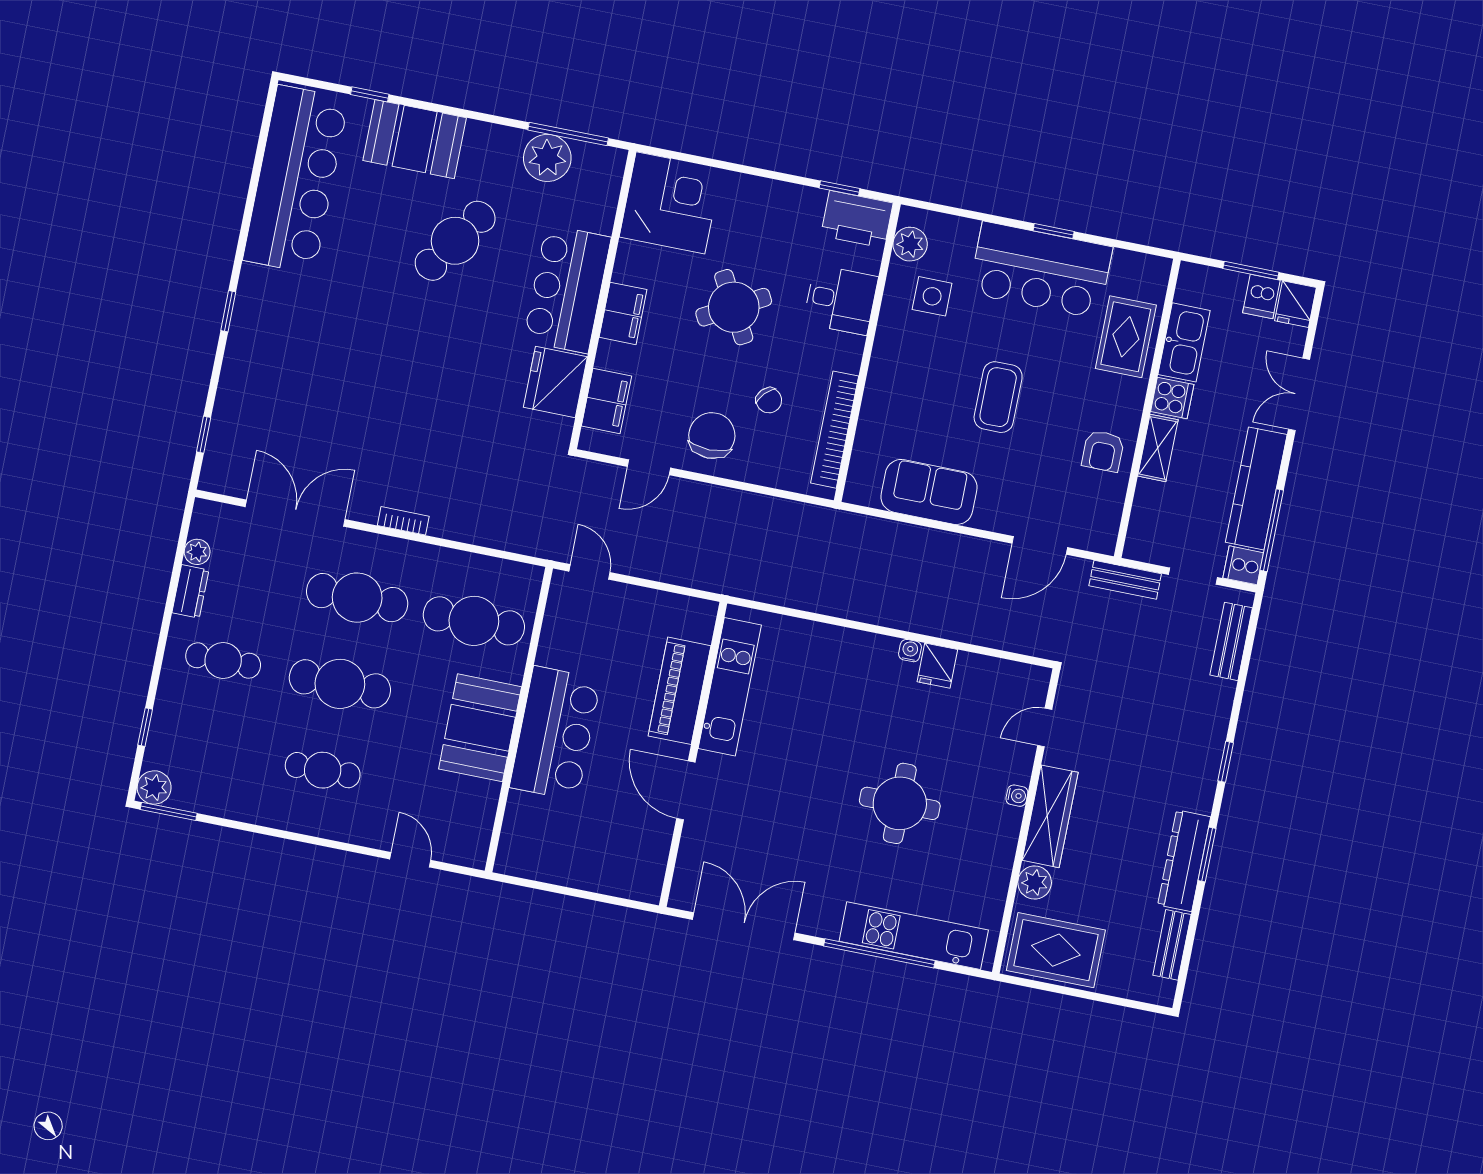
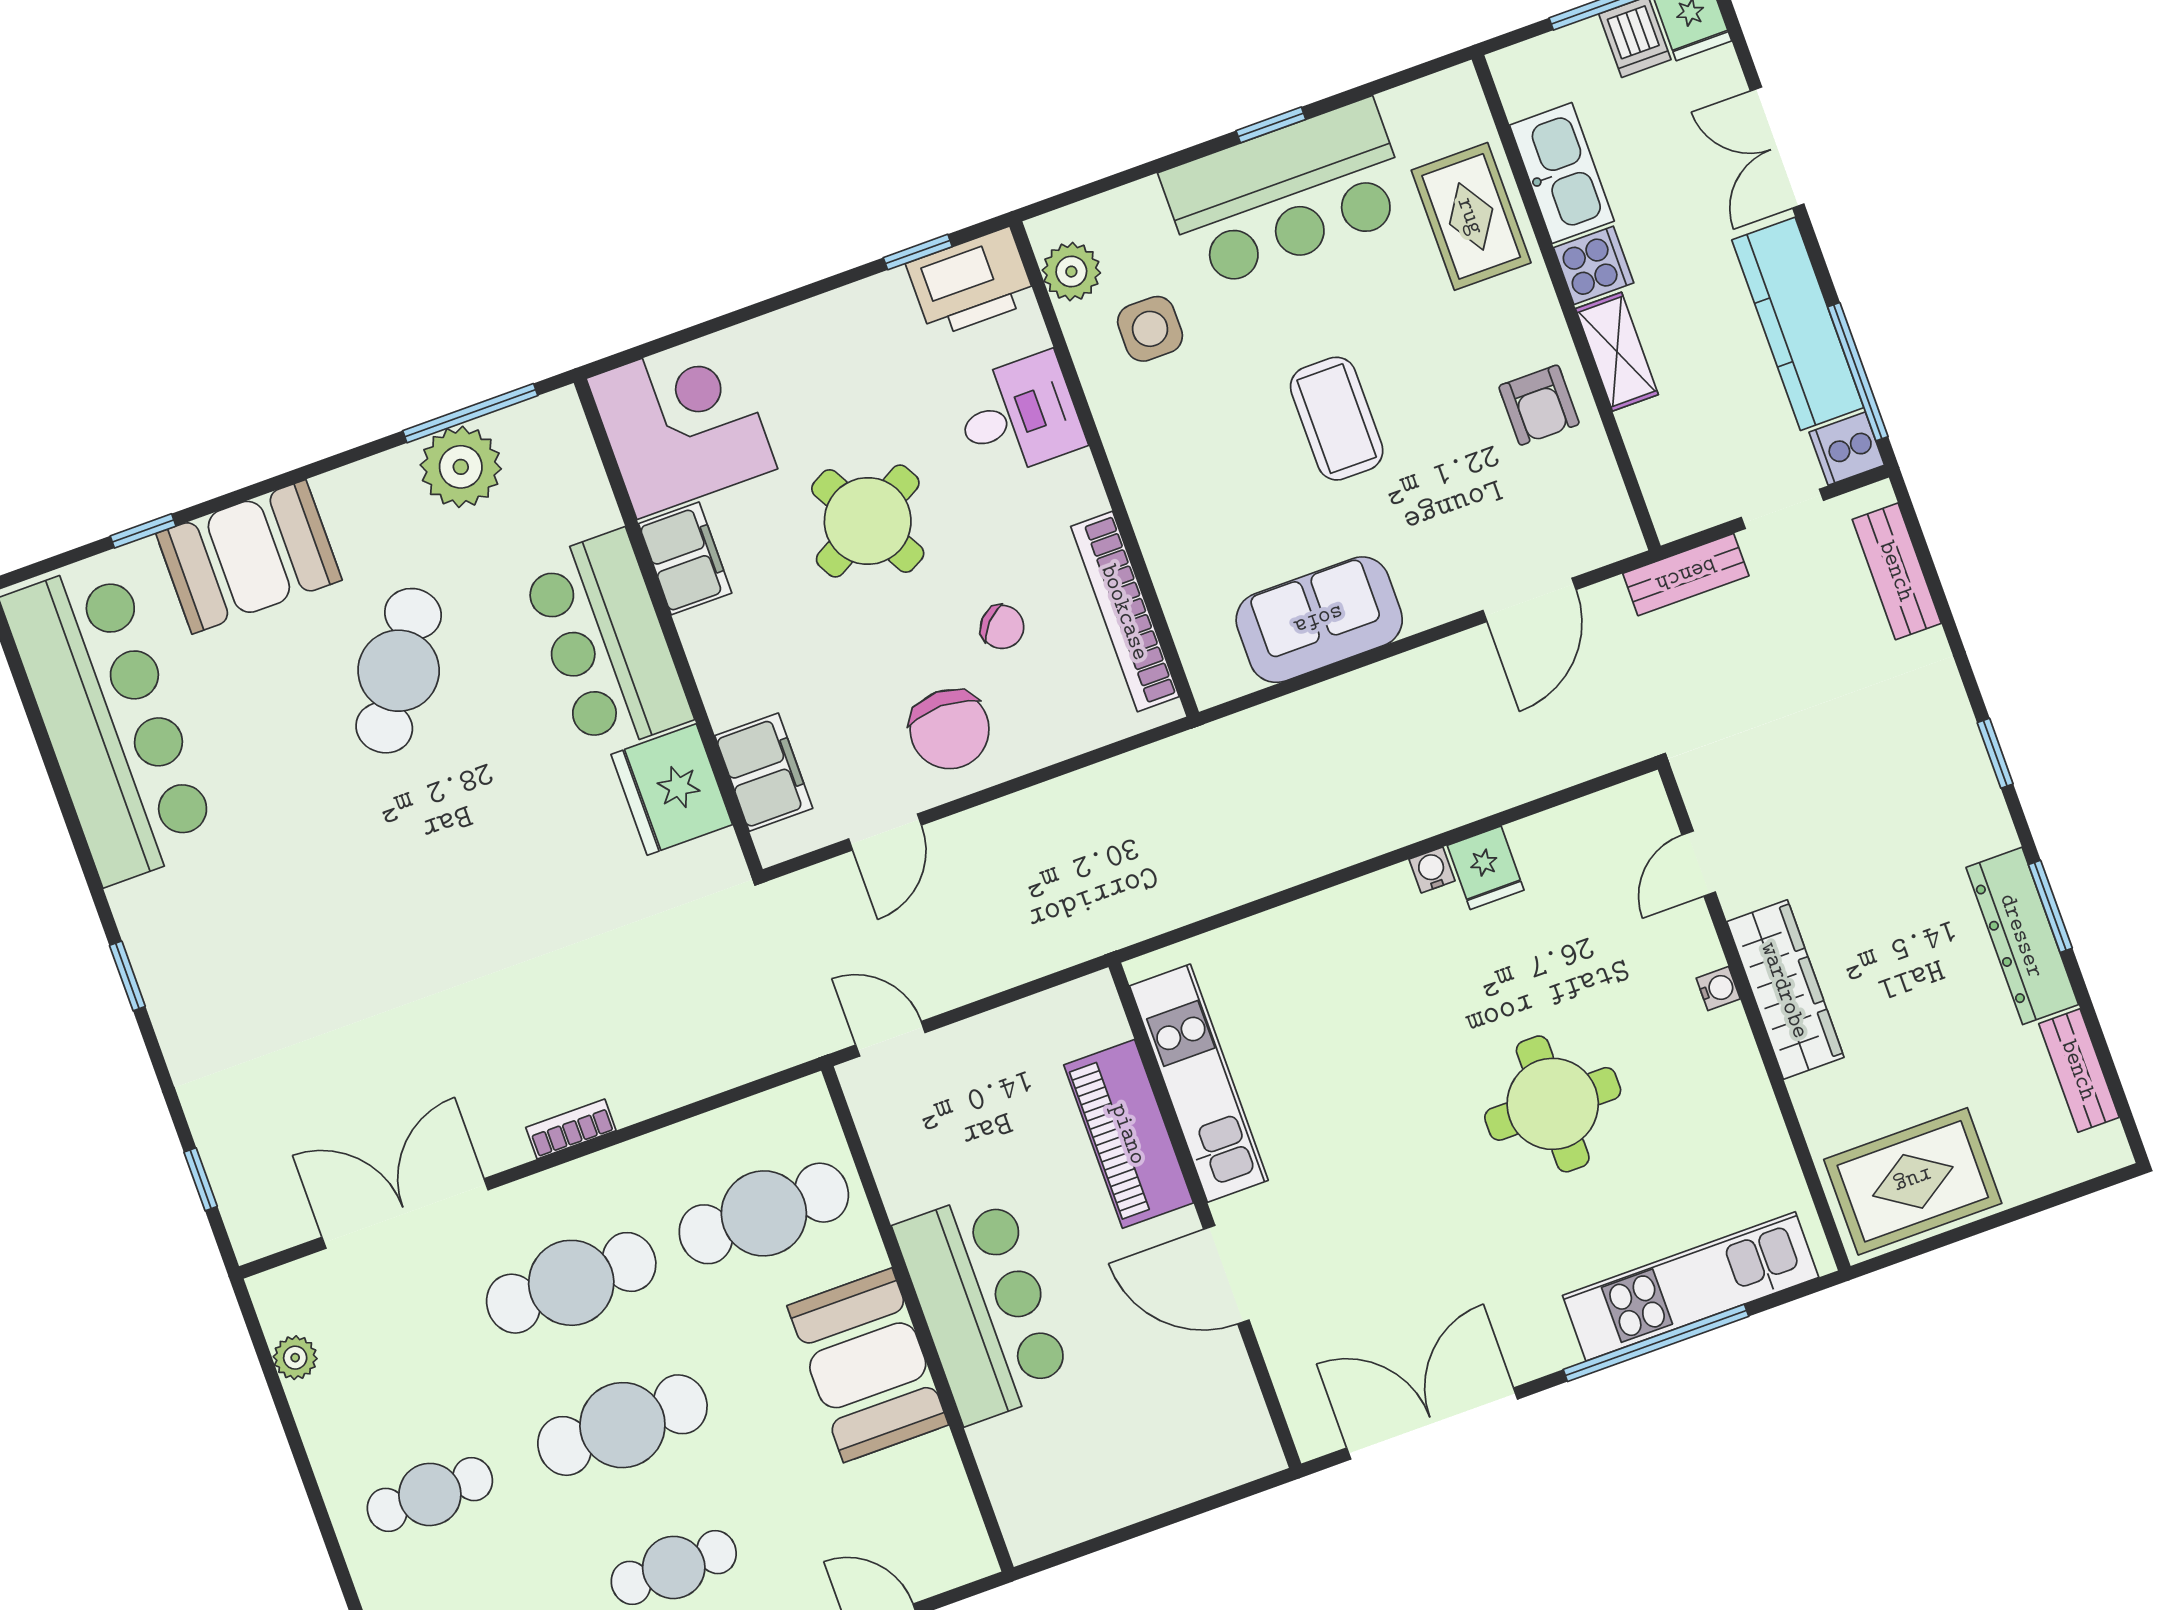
filing cabinet: (623, 313) -> (685, 558), moved
chair: (712, 436) -> (950, 729), turned 180
dresser: (190, 591) -> (320, 1422), removed
plant: (1035, 883) -> (1821, 1101), removed

